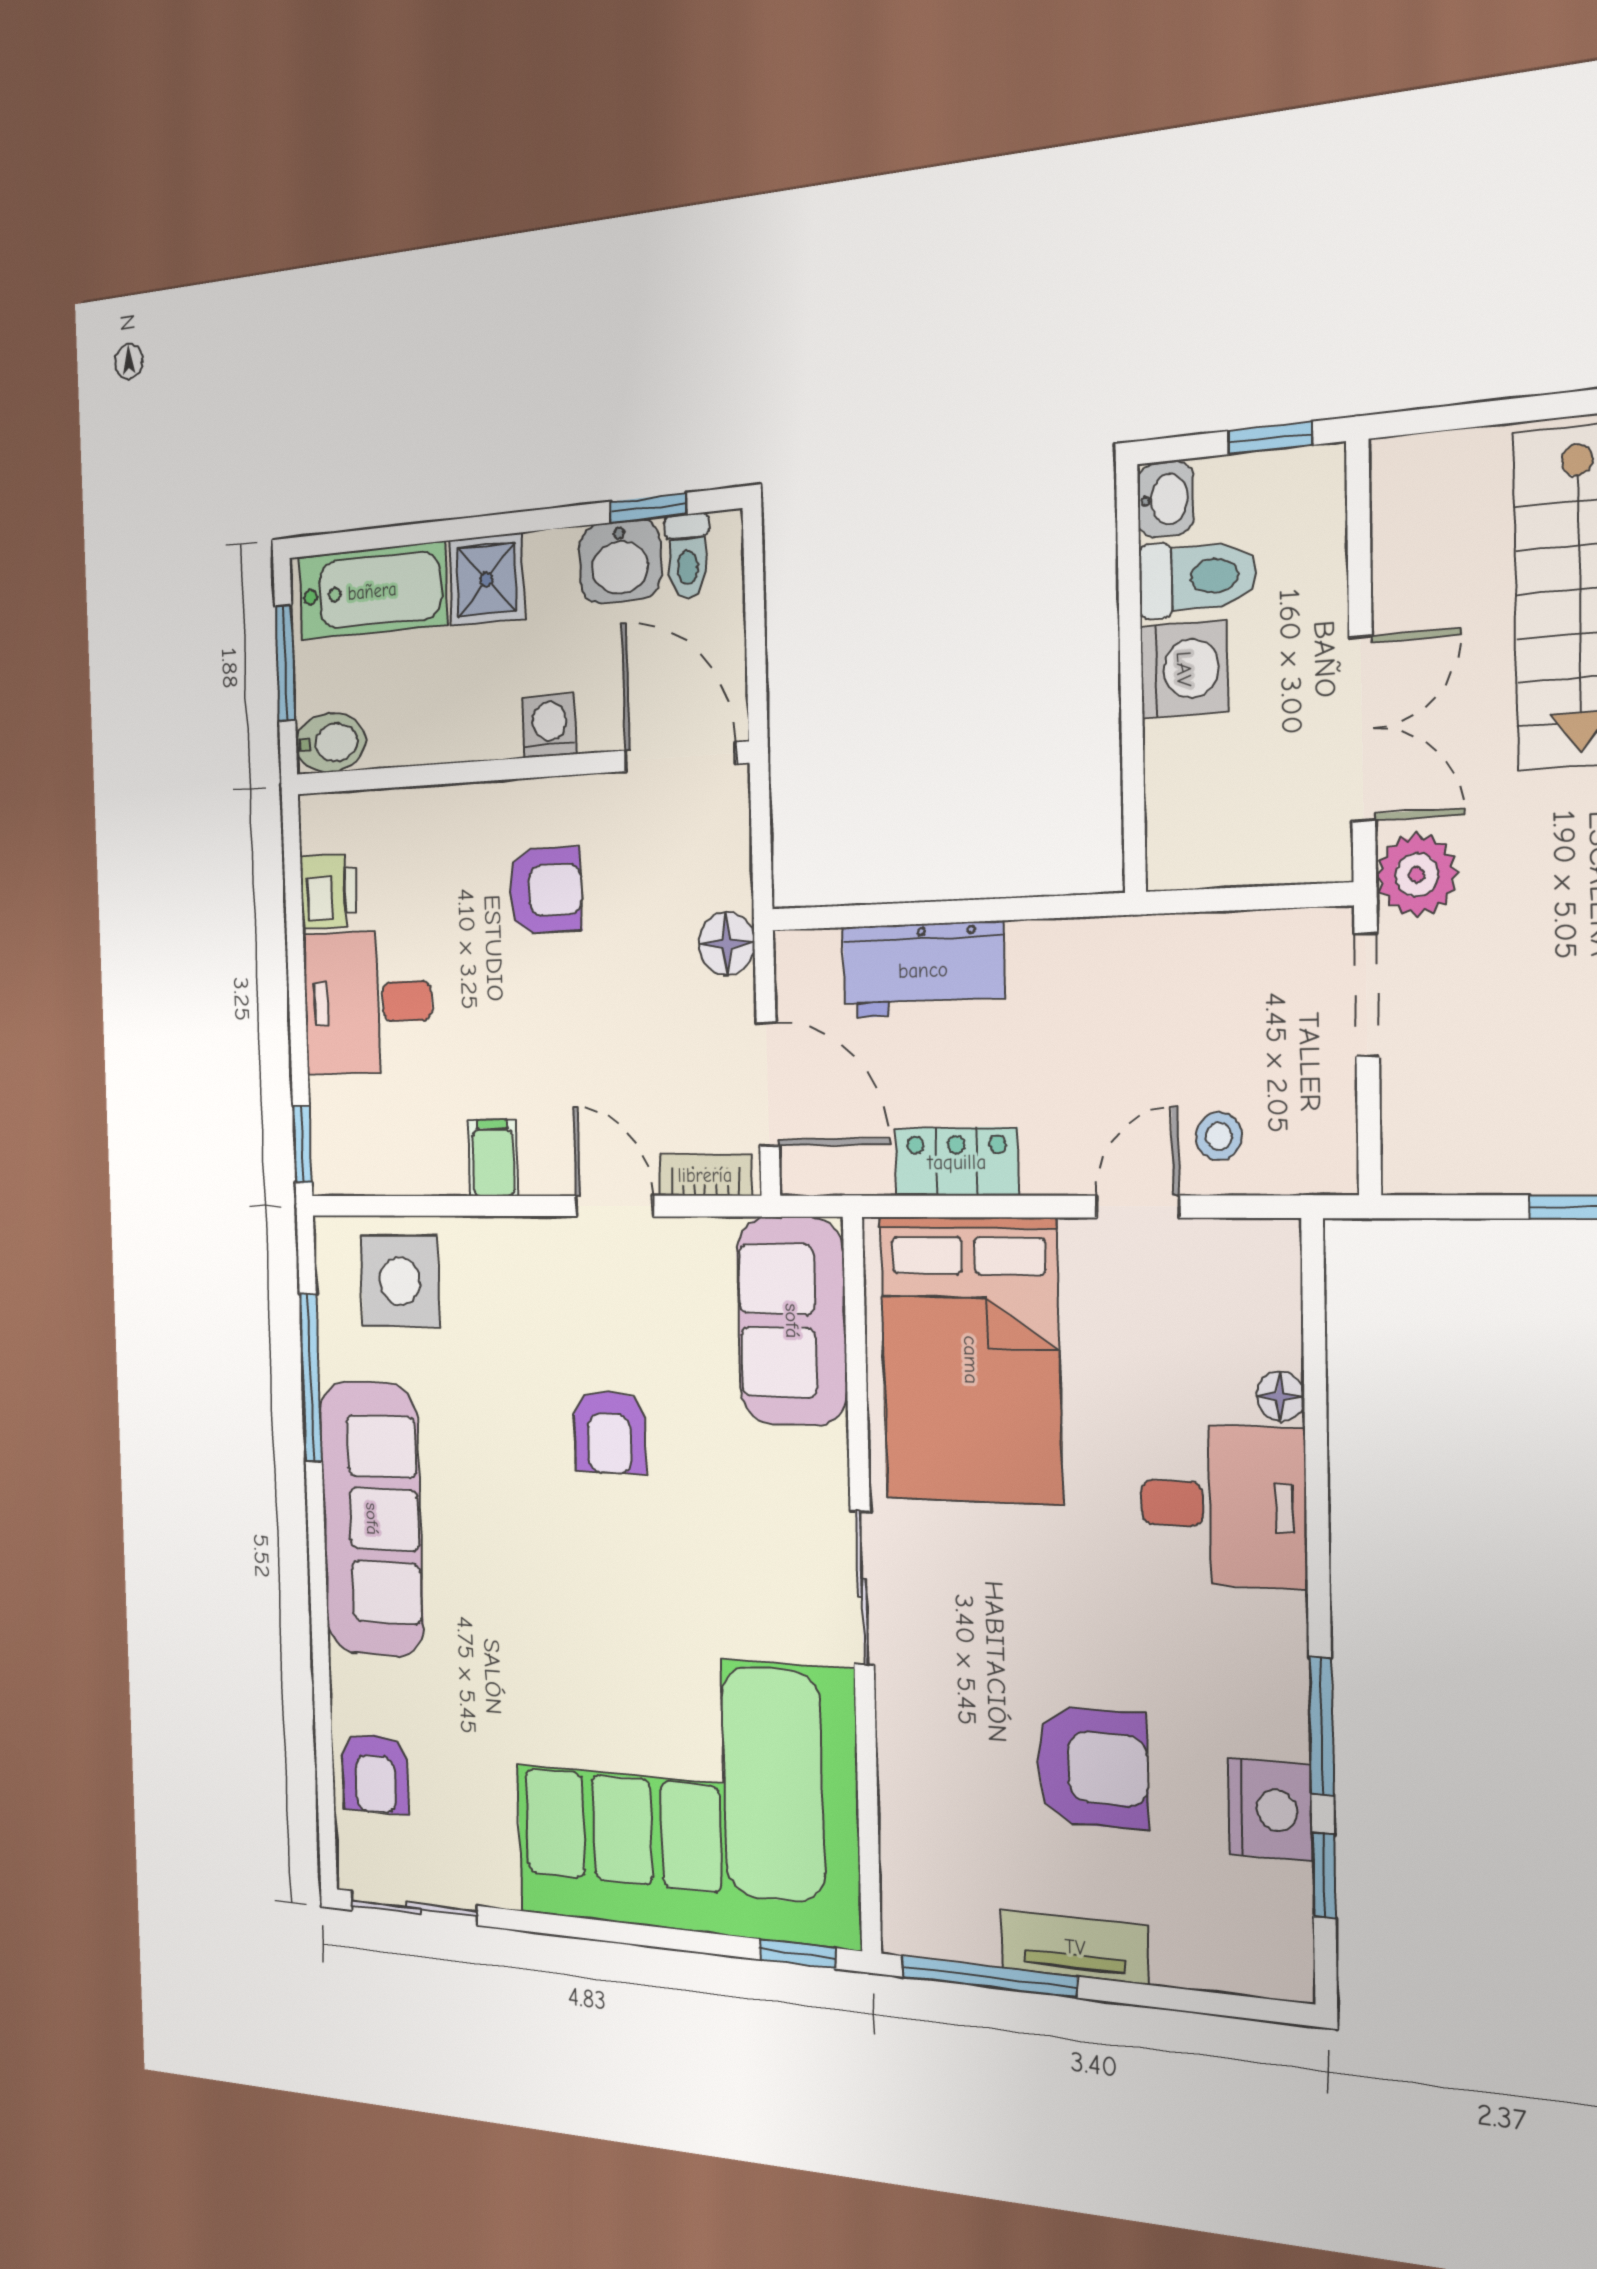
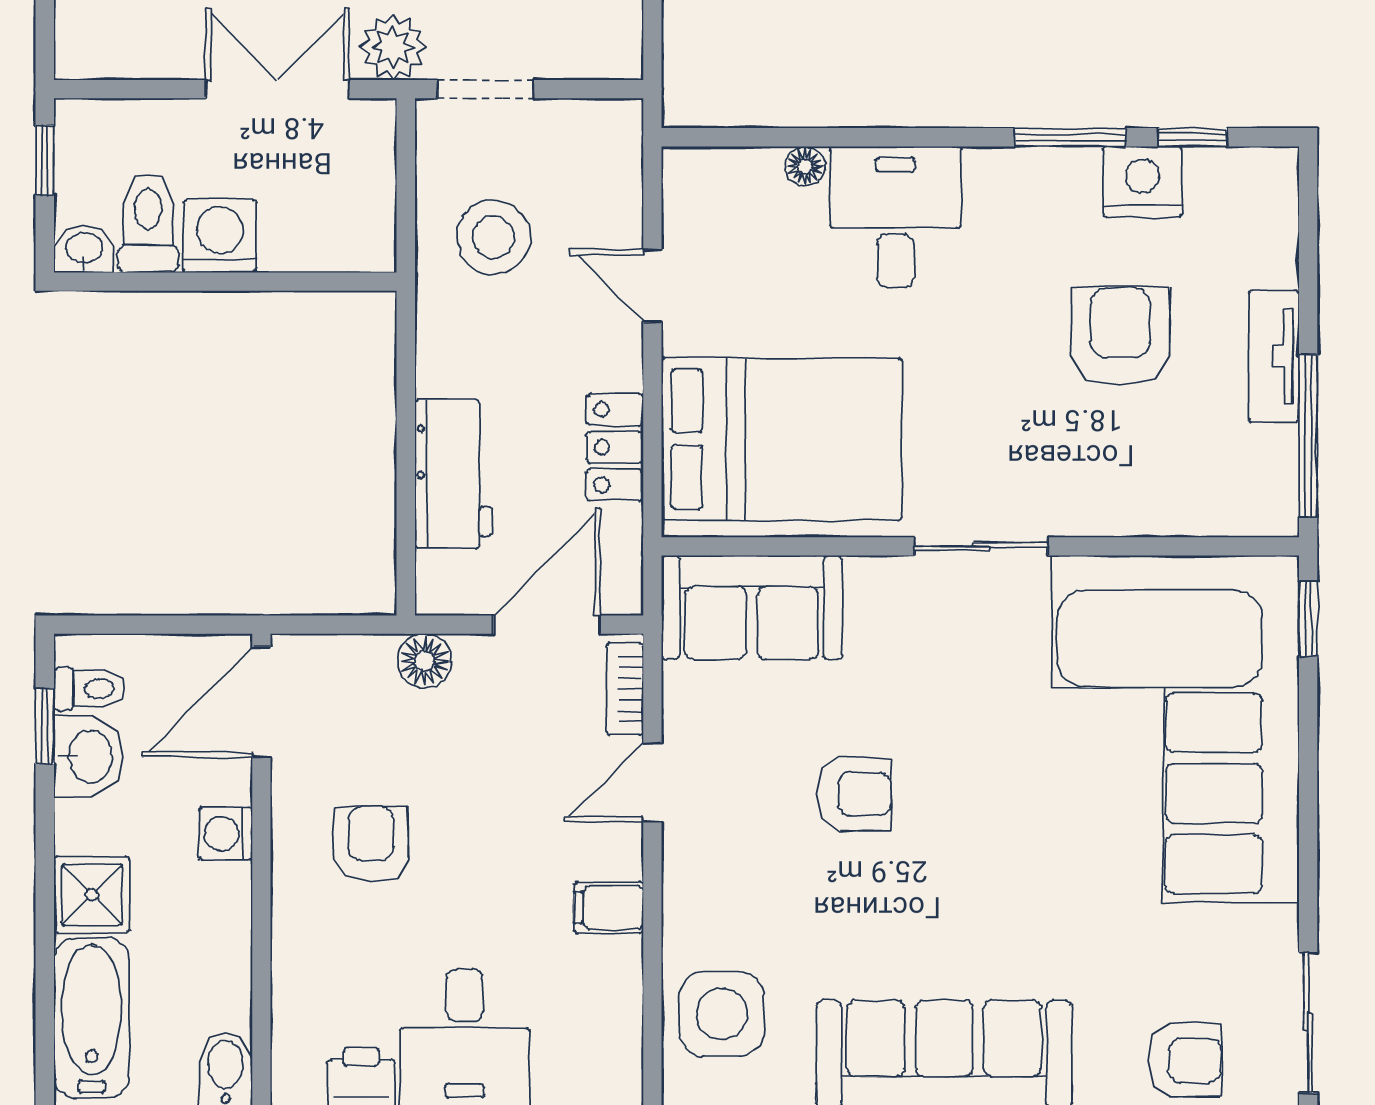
stool: (1219, 1136) -> (493, 237), moved, width x1.89, depth x1.89

